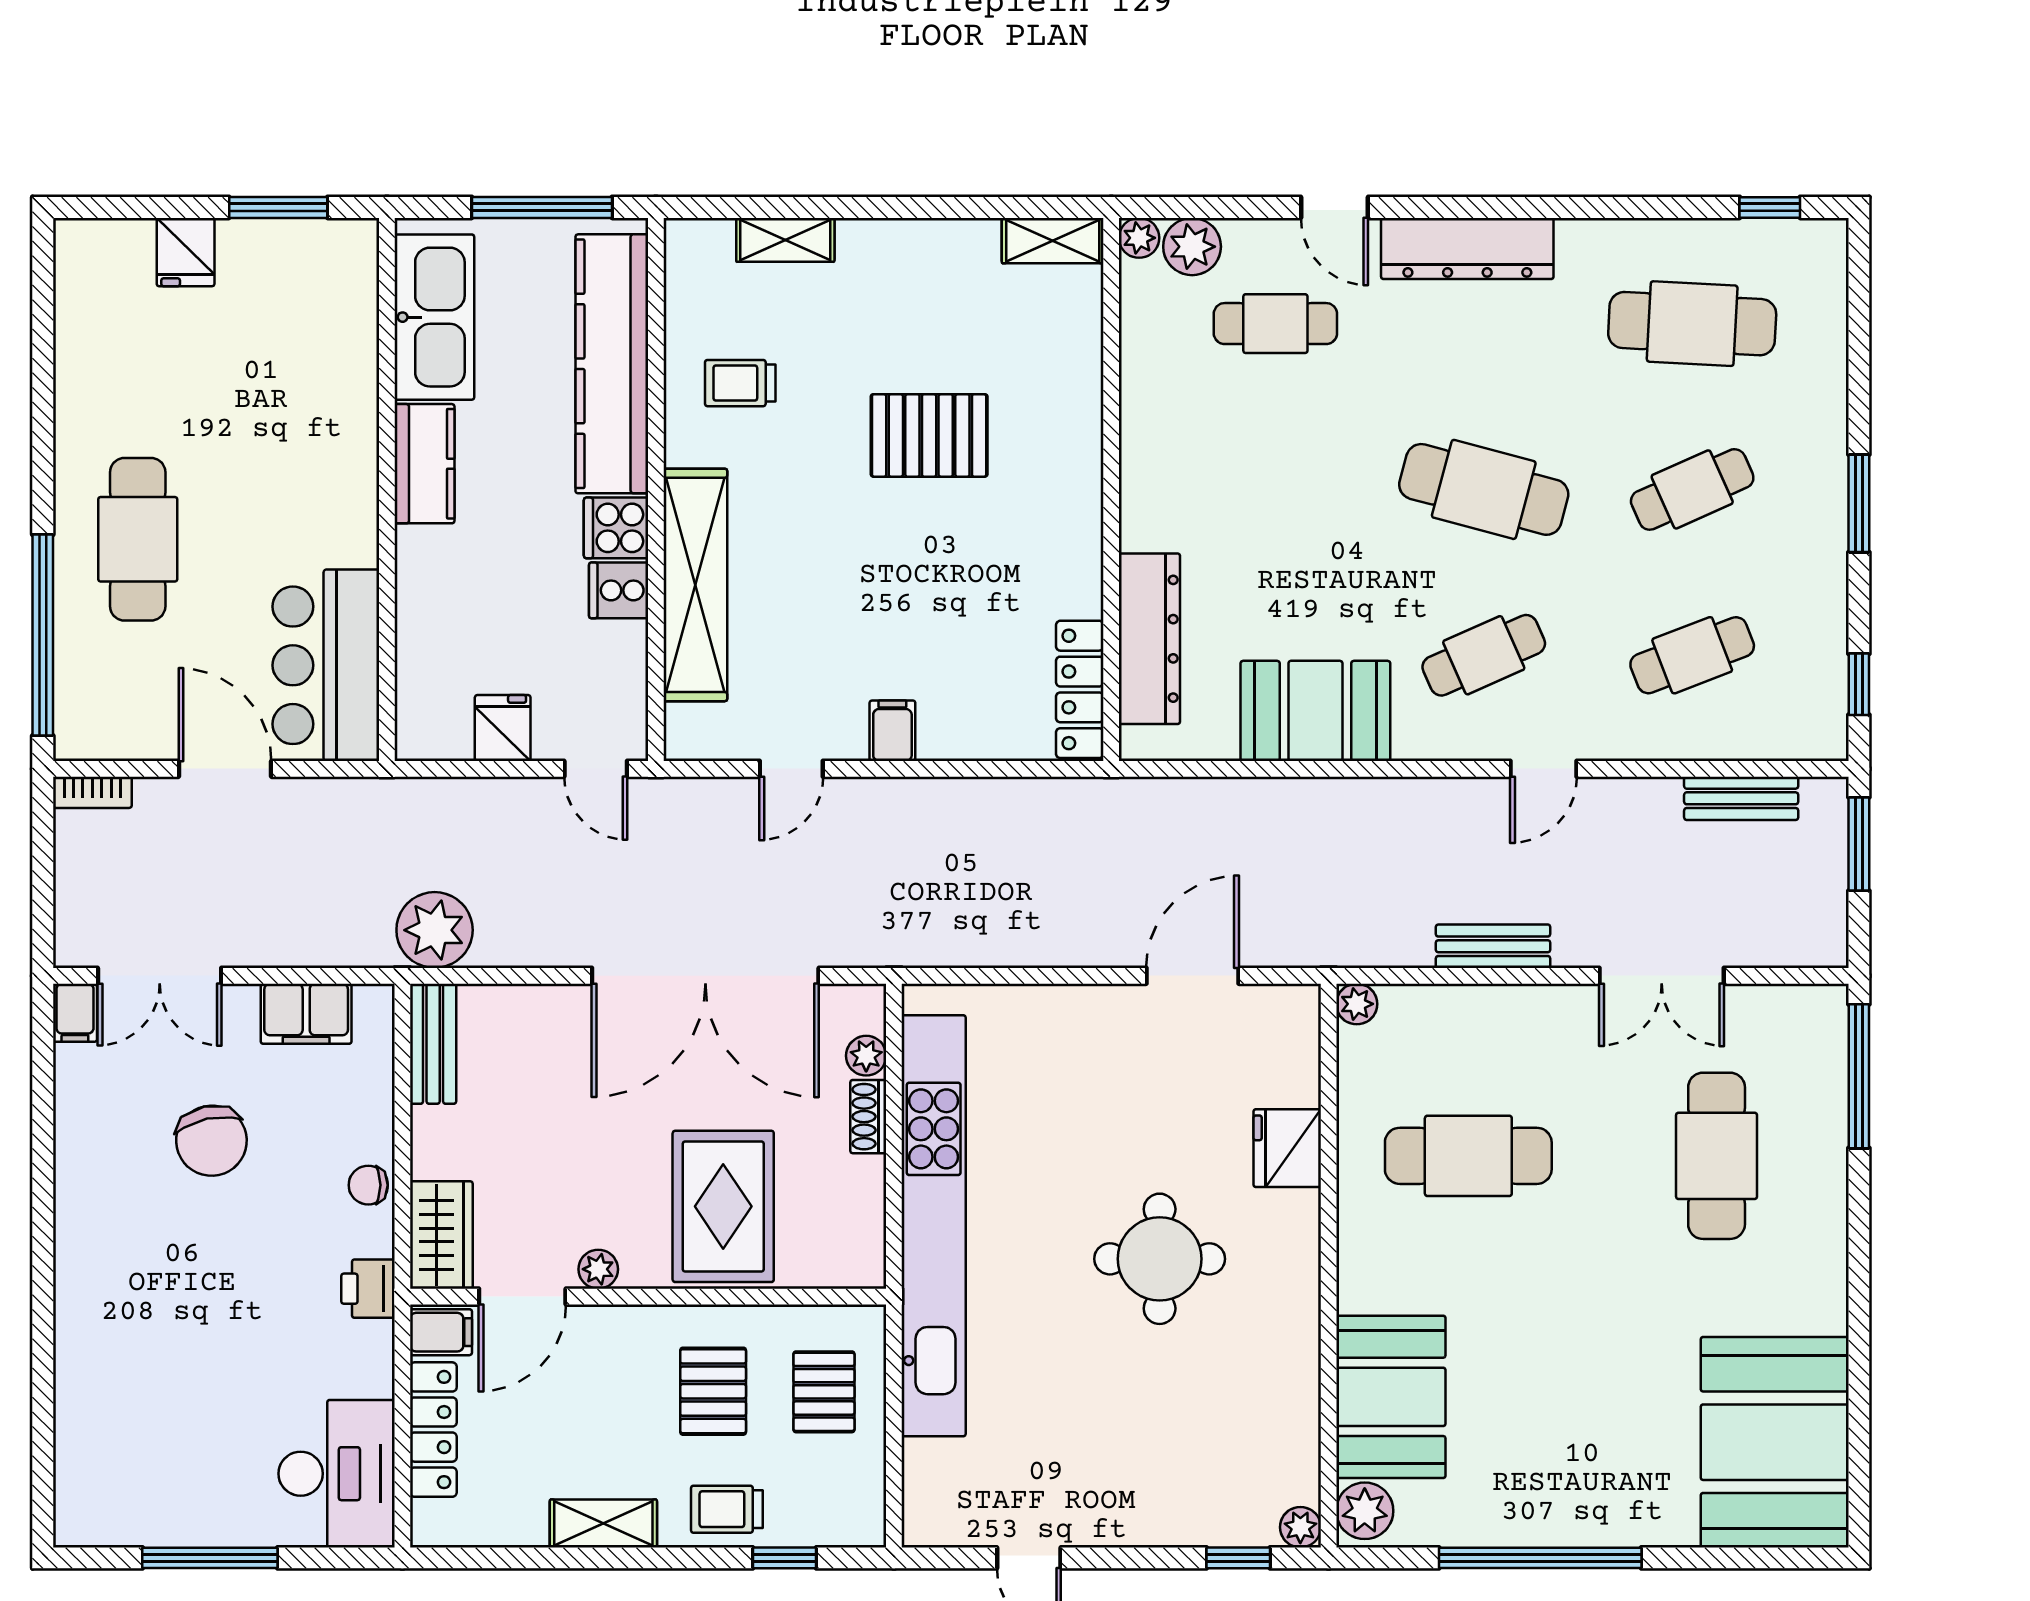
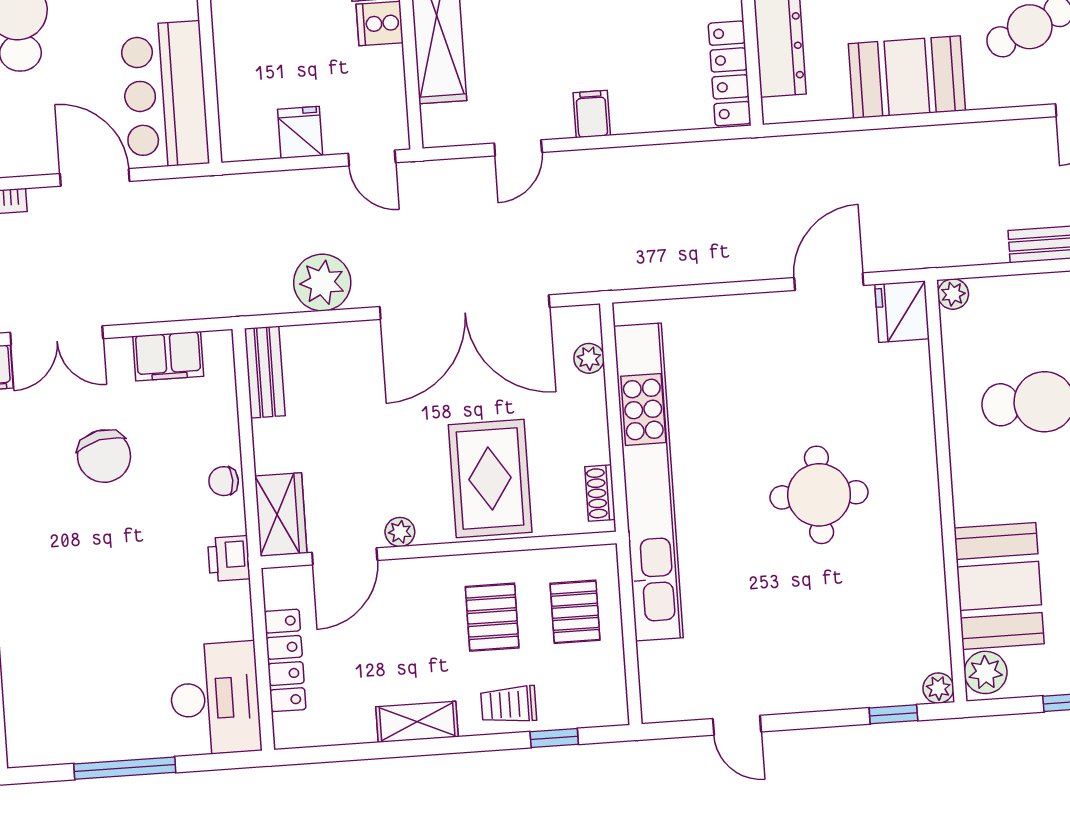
plant: (435, 930) -> (322, 283), moved
shoe rack: (868, 1117) -> (600, 493), moved
fridge: (1287, 1148) -> (902, 312), moved
filing cabinet: (441, 1332) -> (286, 587), removed

